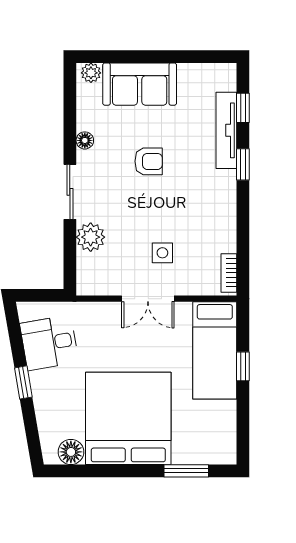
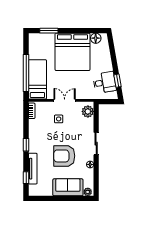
armchair: (149, 161) -> (64, 156), width x1.88, depth x1.88
window: (243, 164) -> (26, 145), moved
plant: (91, 237) -> (88, 111), moved
window: (243, 366) -> (26, 73), width x3.17
window: (23, 382) -> (117, 81), moved

